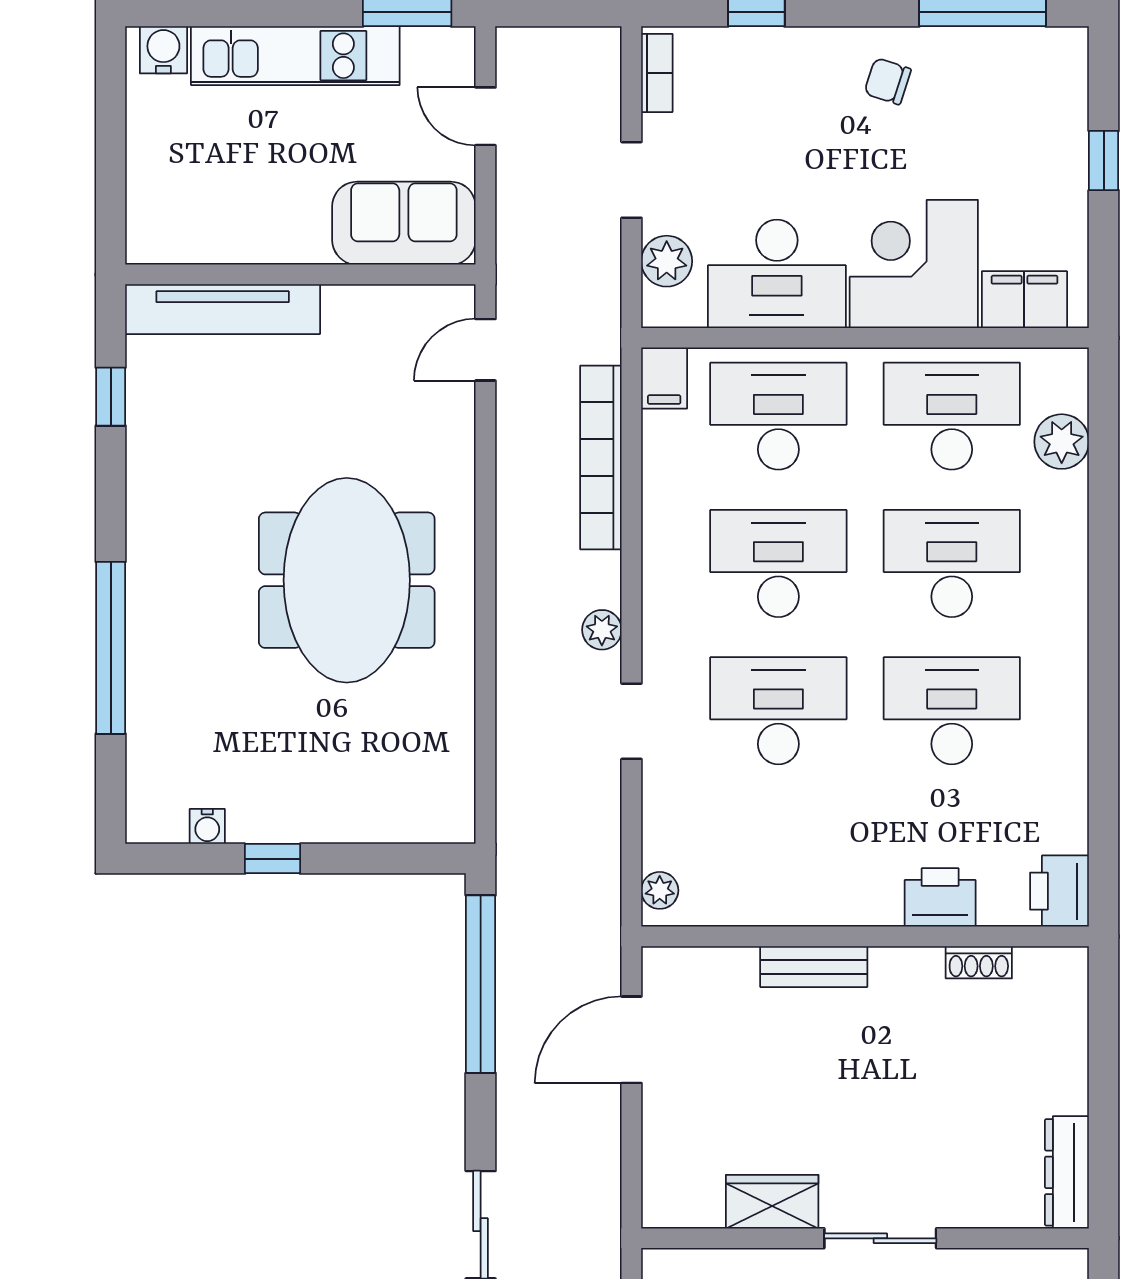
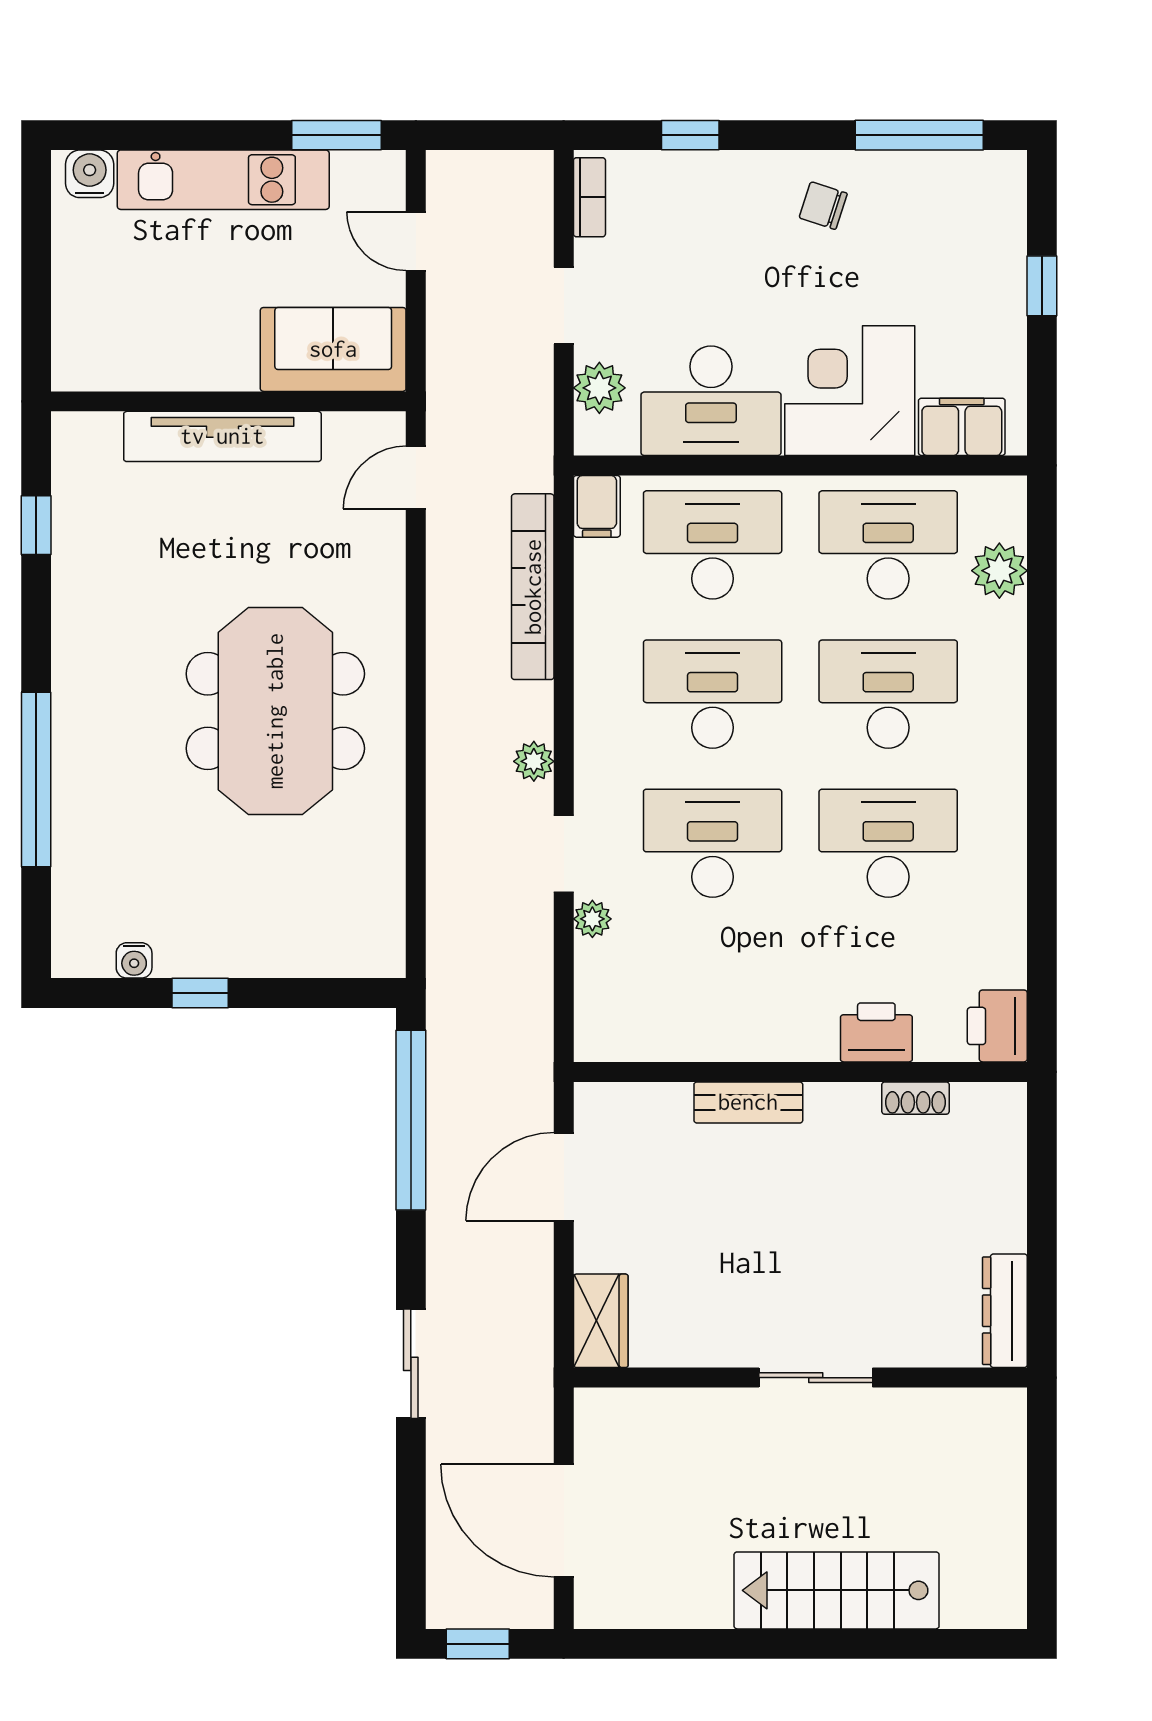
tv unit: (223, 309) -> (222, 436), moved
plant: (660, 890) -> (592, 919), moved
wardrobe: (772, 1202) -> (601, 1321), moved, turned 90

